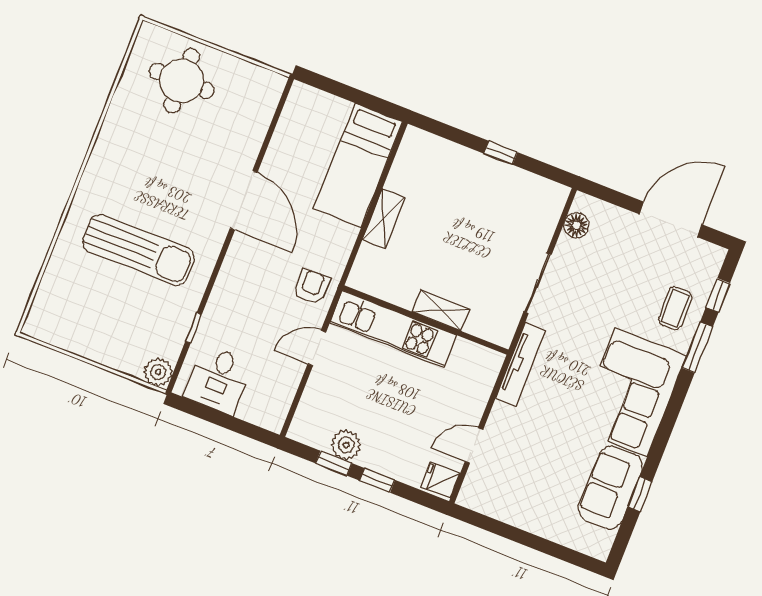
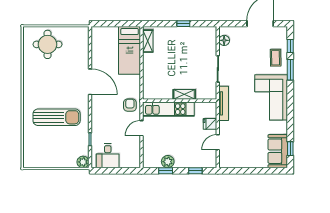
shelving: (384, 218) -> (148, 41), moved
window: (377, 480) -> (195, 171), moved
fridge: (440, 480) -> (210, 124), moved
sofa: (611, 488) -> (278, 151), moved
window: (640, 494) -> (290, 149), moved

